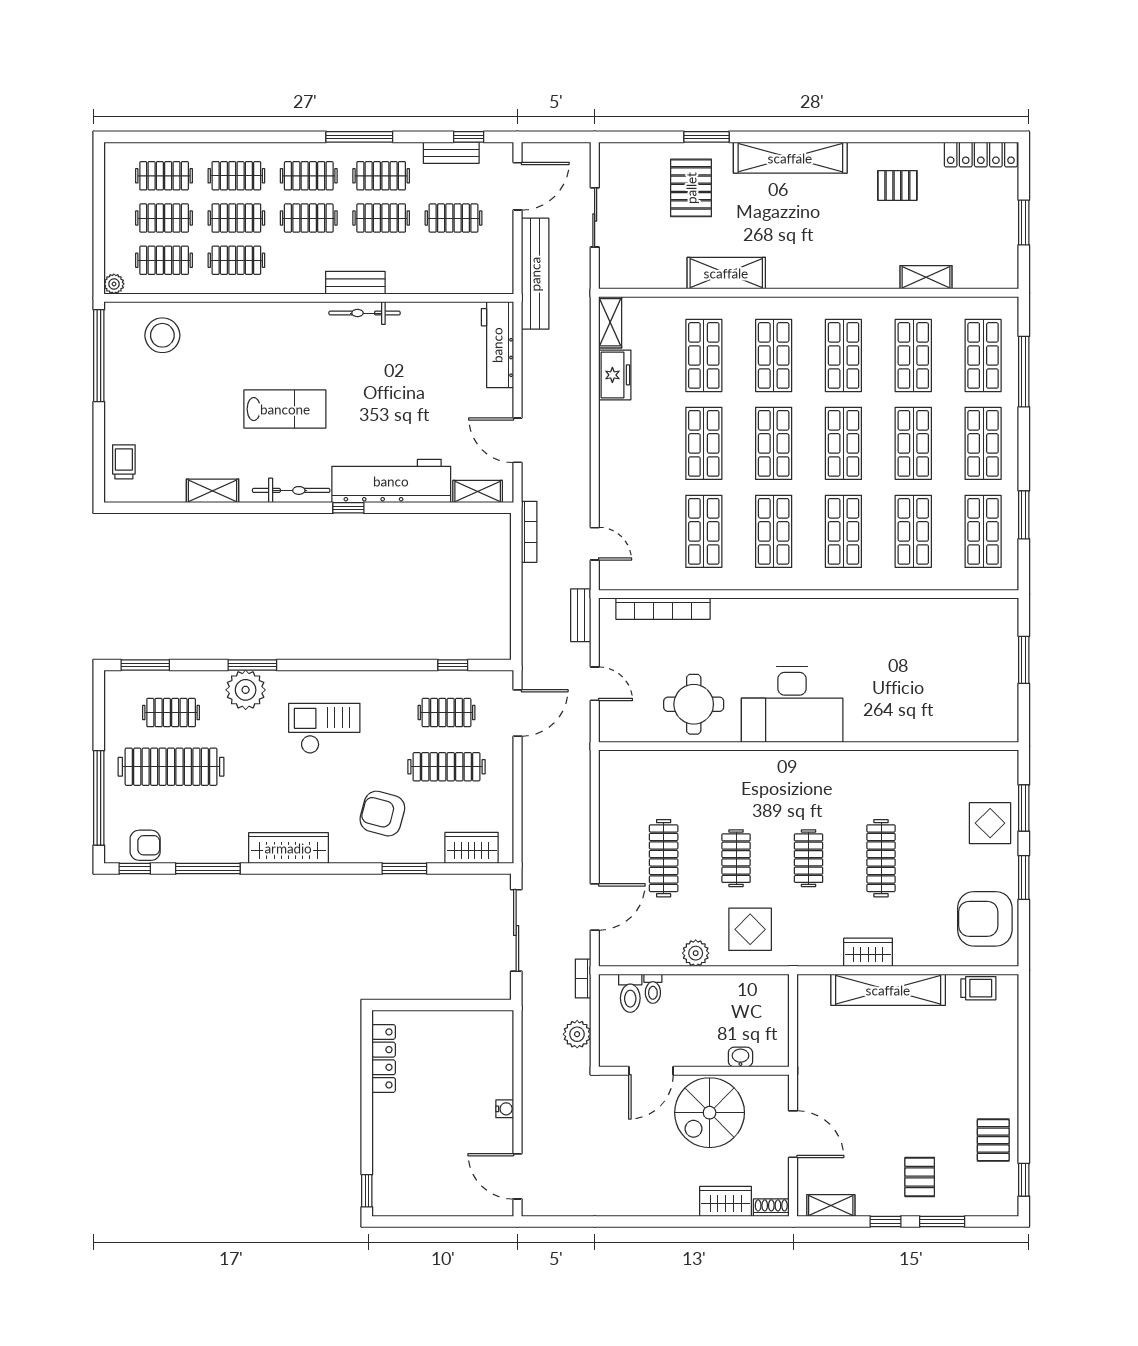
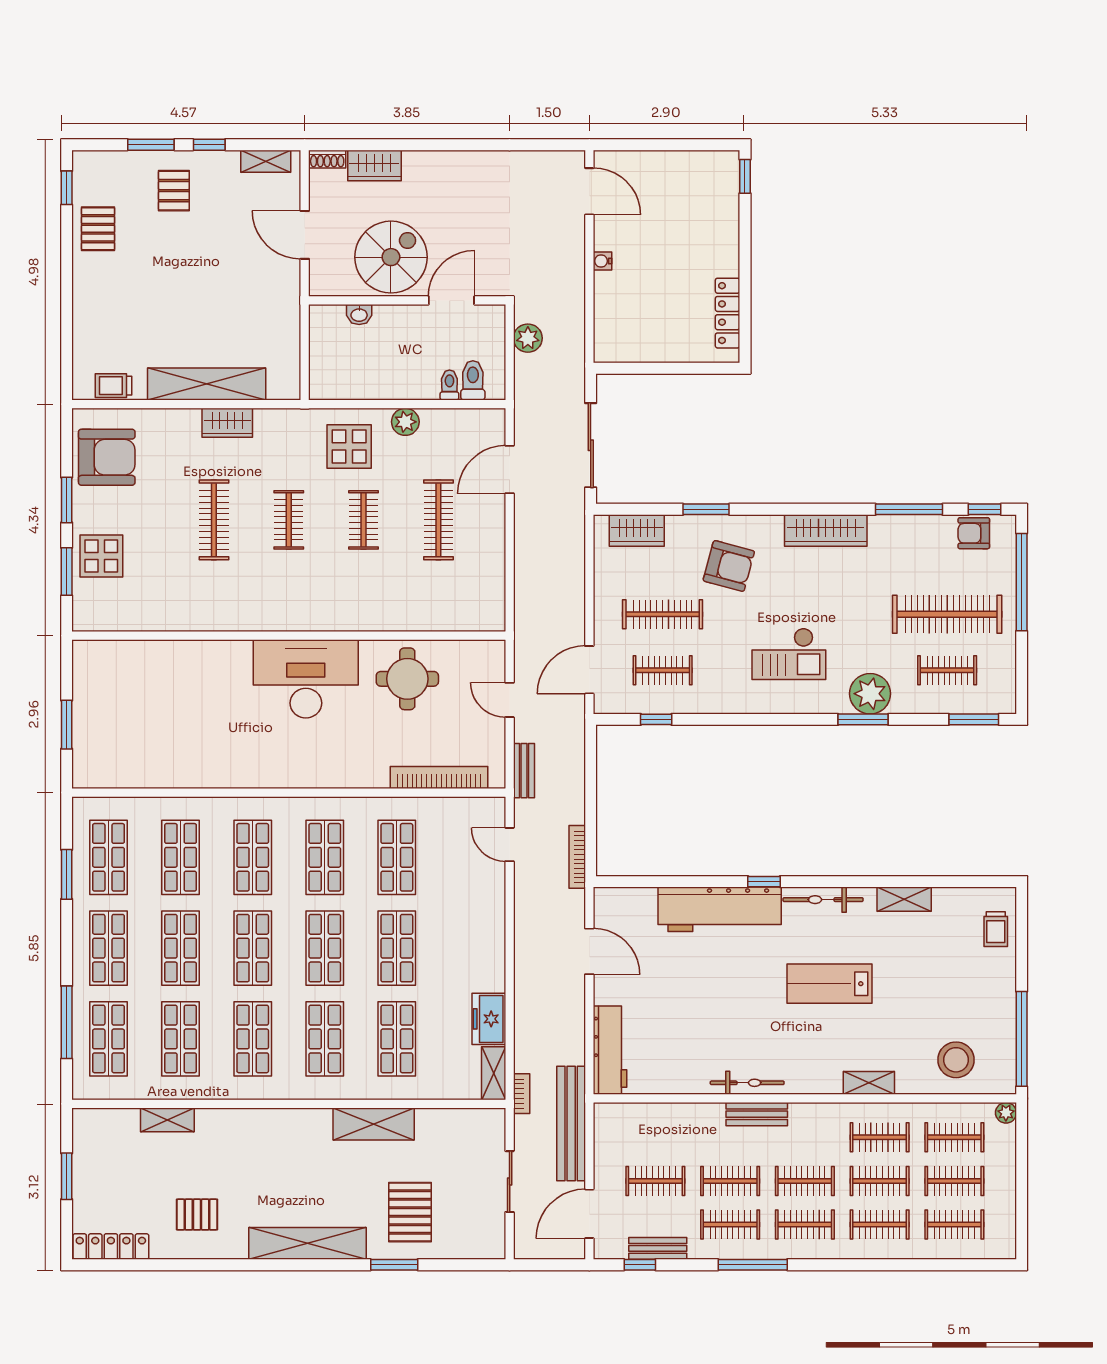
shelving: (478, 492) -> (869, 1083), moved
bookcase: (583, 978) -> (522, 1094), moved

